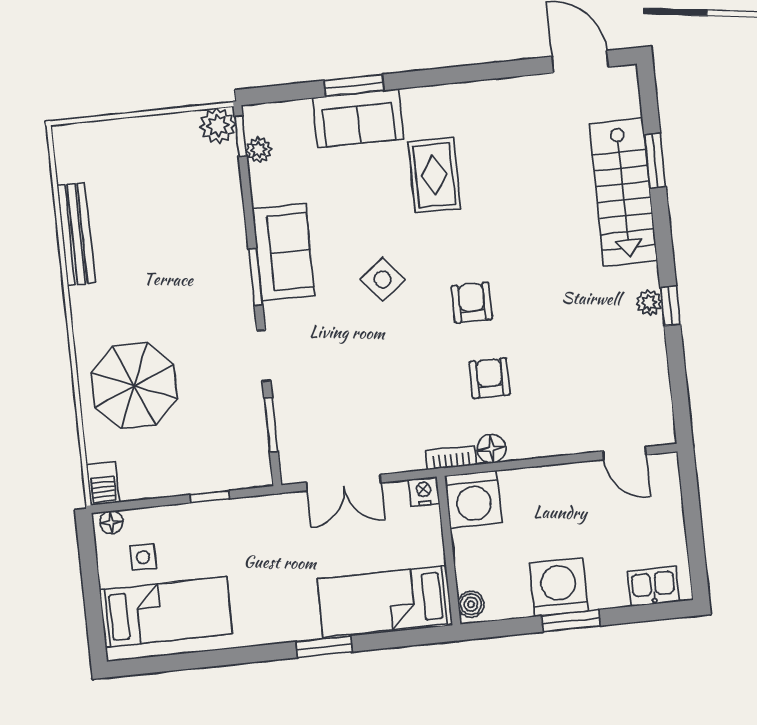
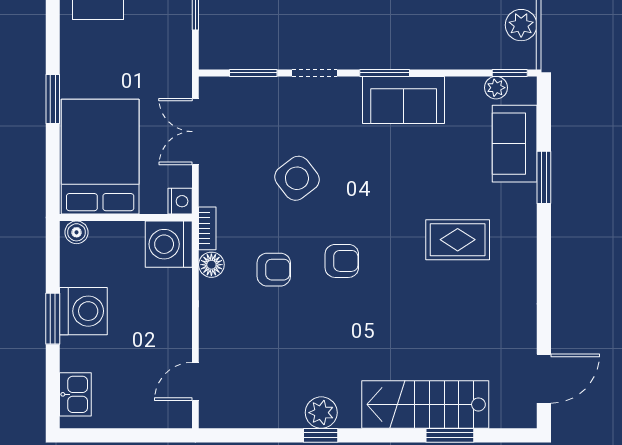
sofa: (358, 118) -> (515, 144), moved
plant: (218, 126) -> (521, 25), moved
side table: (383, 279) -> (297, 178), moved, width x1.37, depth x1.37
plant: (649, 303) -> (321, 413), width x1.38, depth x1.38
bed: (385, 601) -> (100, 157), width x1.50

